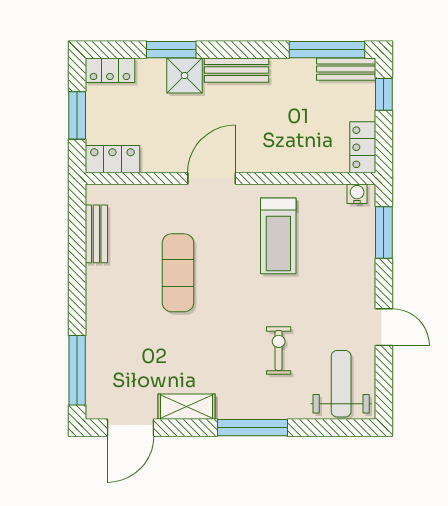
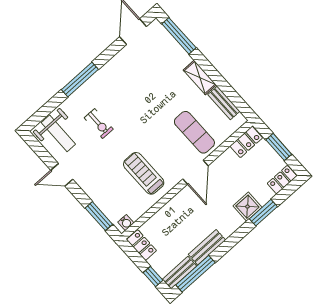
bench: (237, 70) -> (207, 247), moved
exercise mat: (178, 273) -> (194, 132), moved
shelving: (186, 407) -> (200, 78), moved, turned 90

